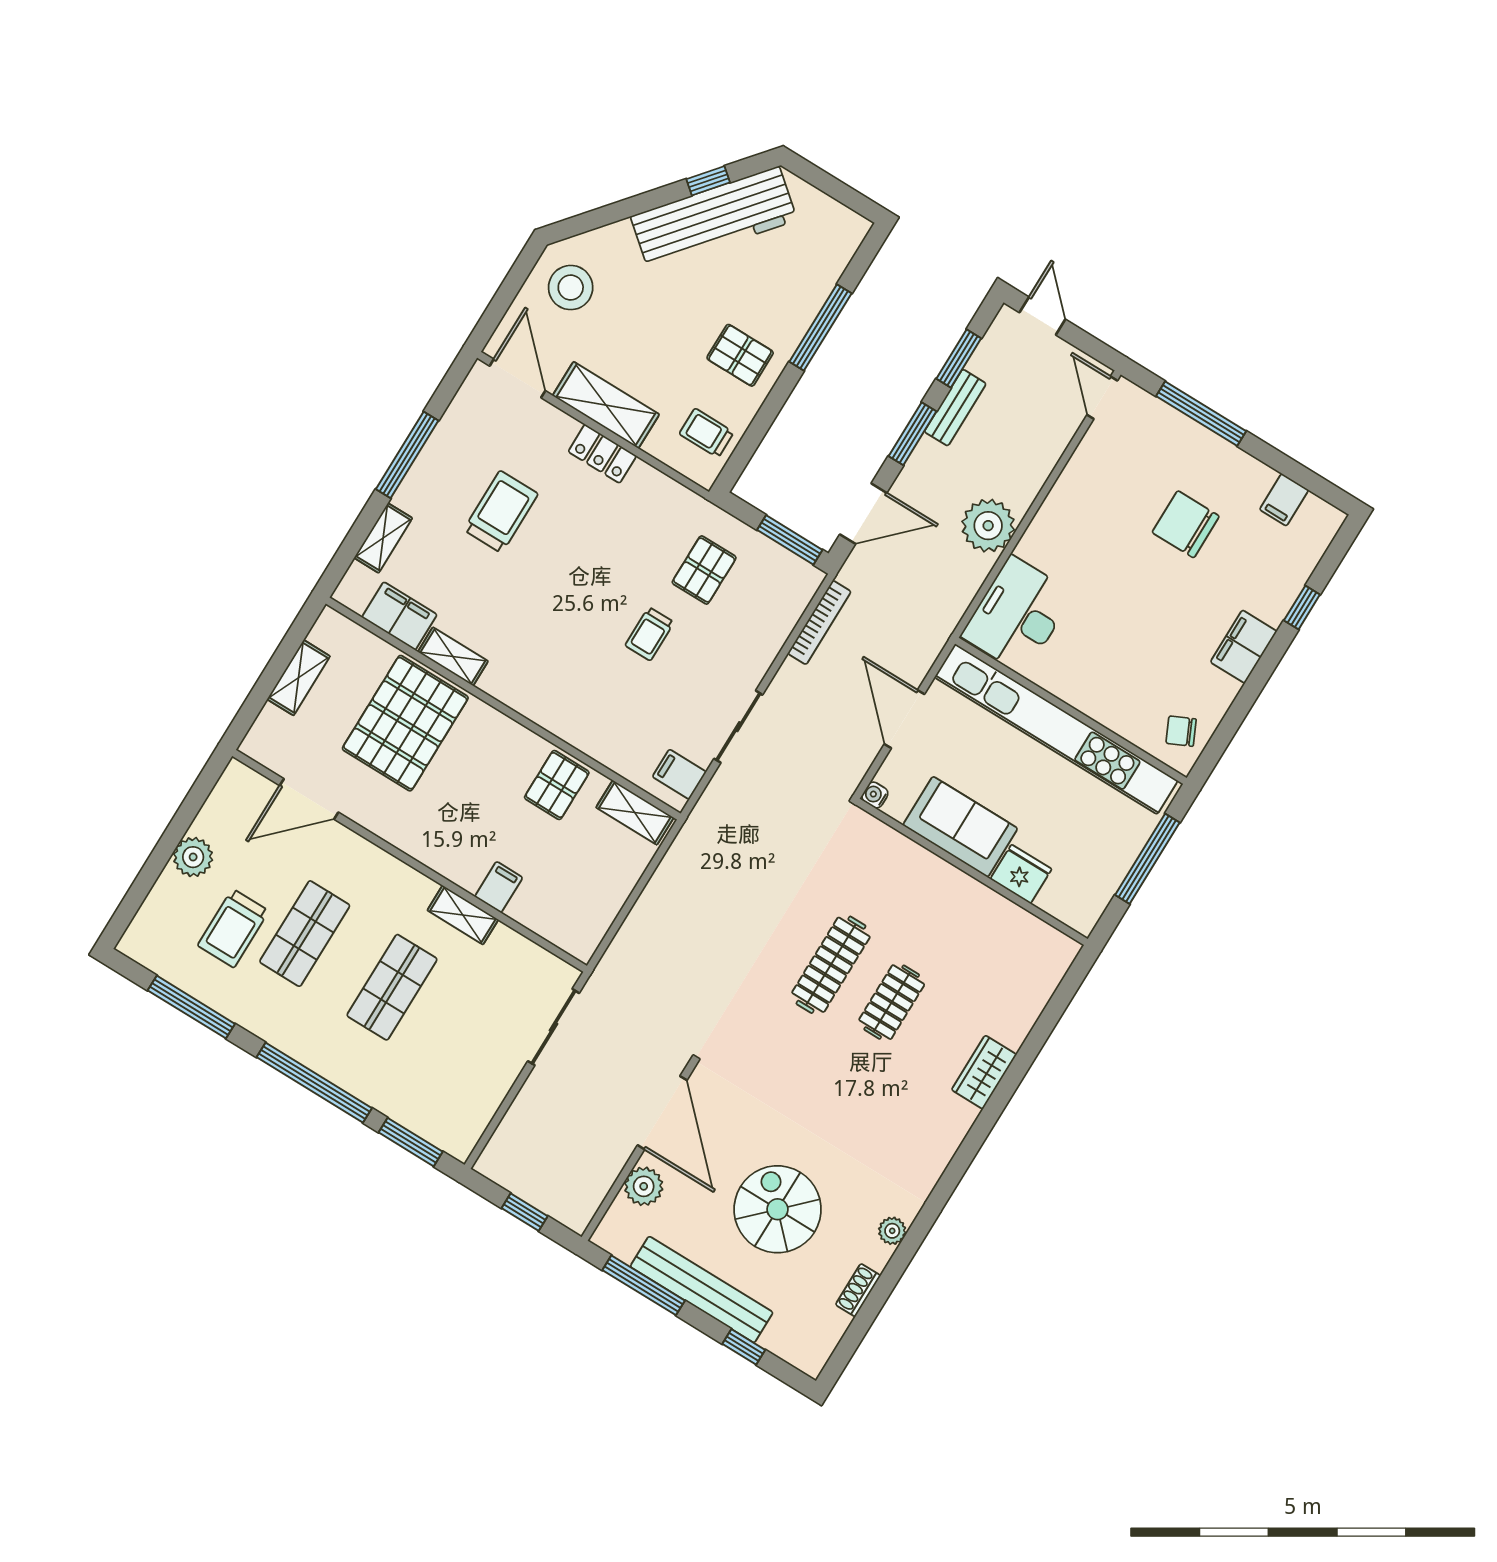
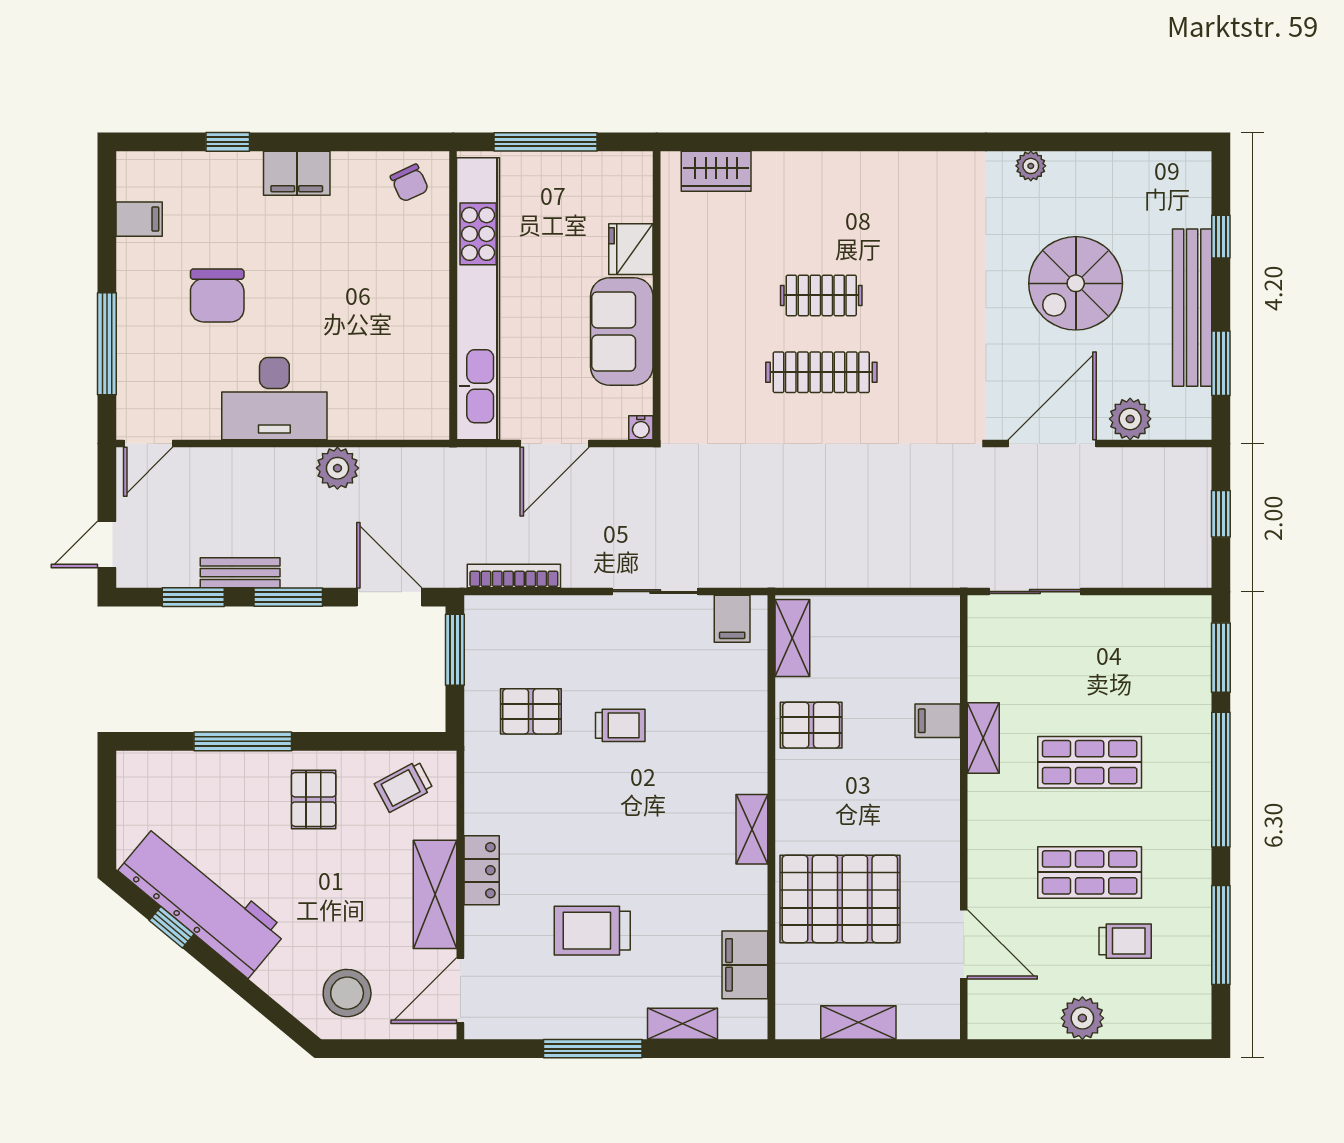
trolley: (706, 433) -> (404, 786), turned 62
plant: (988, 526) -> (337, 468), width x0.73, depth x0.73
desk: (1018, 615) -> (274, 399), moved
shelving: (453, 656) -> (752, 829), moved
trolley: (233, 928) -> (1125, 941), width x0.73, depth x0.72
wardrobe: (984, 1072) -> (716, 171), moved
window: (644, 1285) -> (1221, 363), width x0.69
shoe rack: (858, 1290) -> (1104, 164), removed

